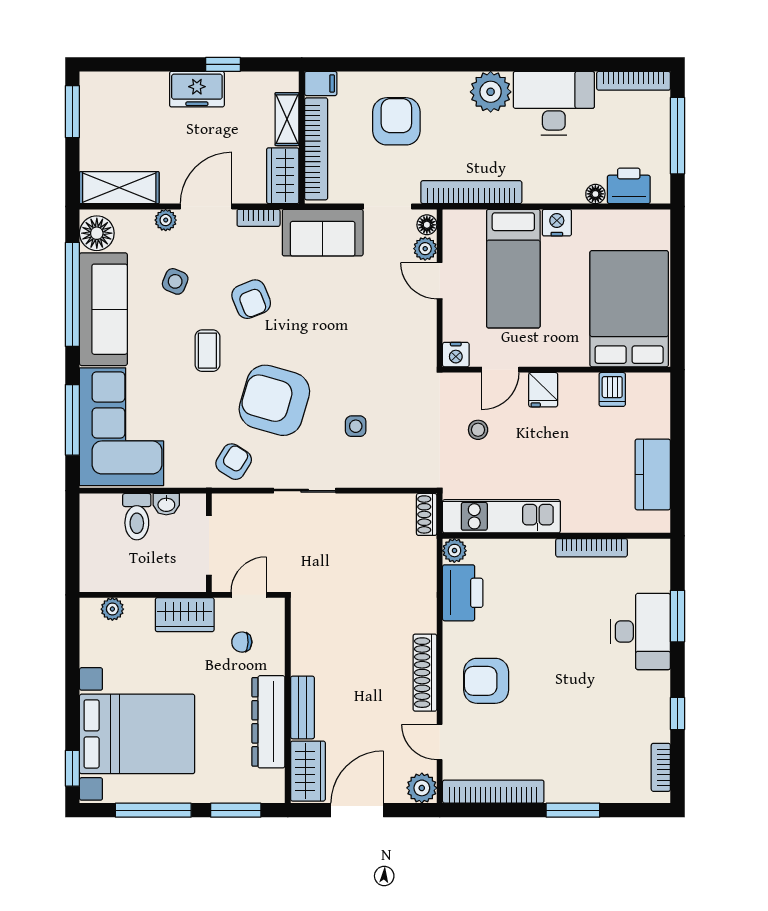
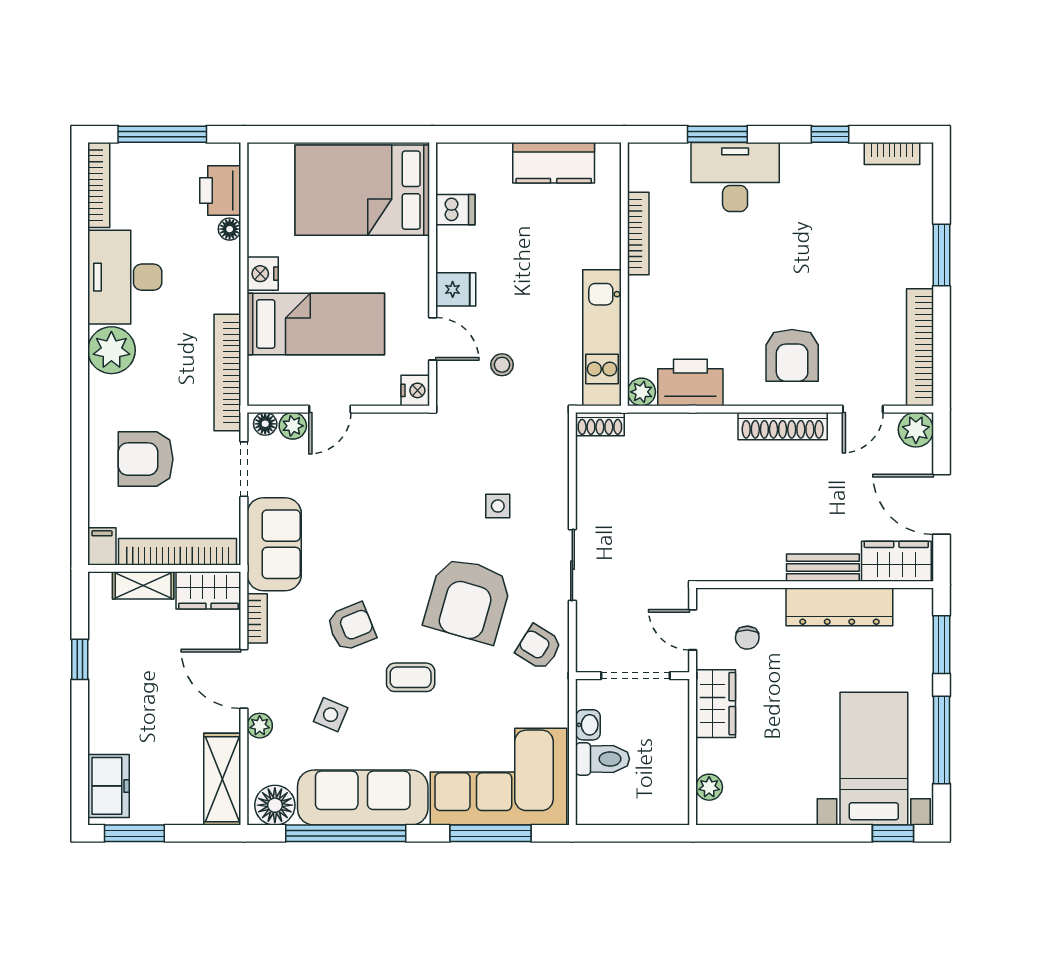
freezer: (197, 89) -> (108, 786), moved
bed with nightstands: (137, 734) -> (874, 759), width x0.73

